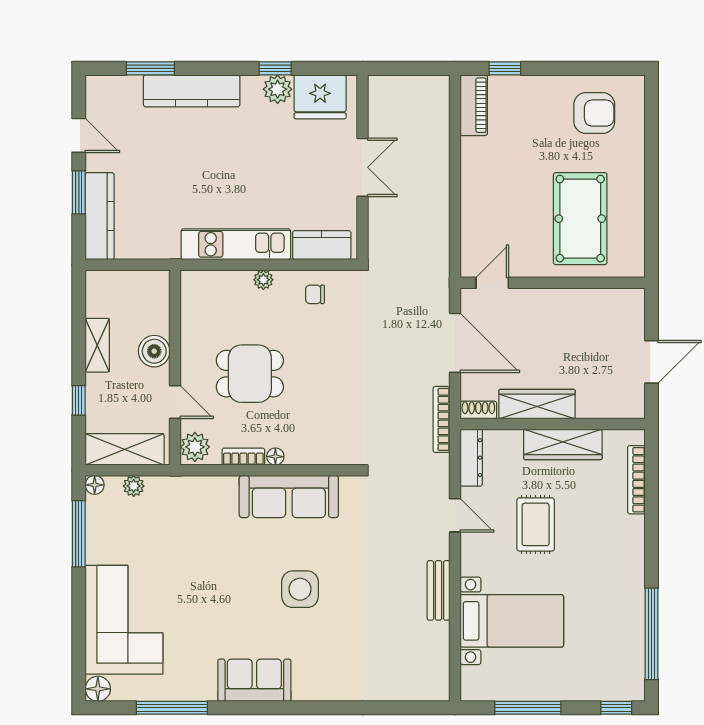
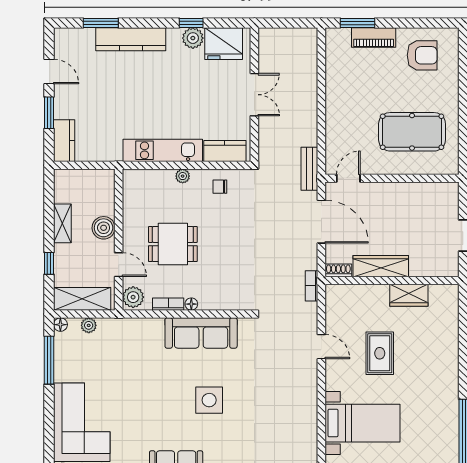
window: (505, 68) -> (358, 23), width x1.50
piano: (474, 105) -> (374, 37), moved, turned 90
kitchen counter: (100, 216) -> (64, 141), width x0.67
pool table: (580, 219) -> (412, 132), turned 90
bookcase: (441, 419) -> (312, 286), width x0.64
wardrobe: (563, 444) -> (409, 295), width x0.67
dresser: (471, 458) -> (333, 305), removed
bookcase: (636, 480) -> (453, 321), removed
bench: (439, 590) -> (309, 169), moved

